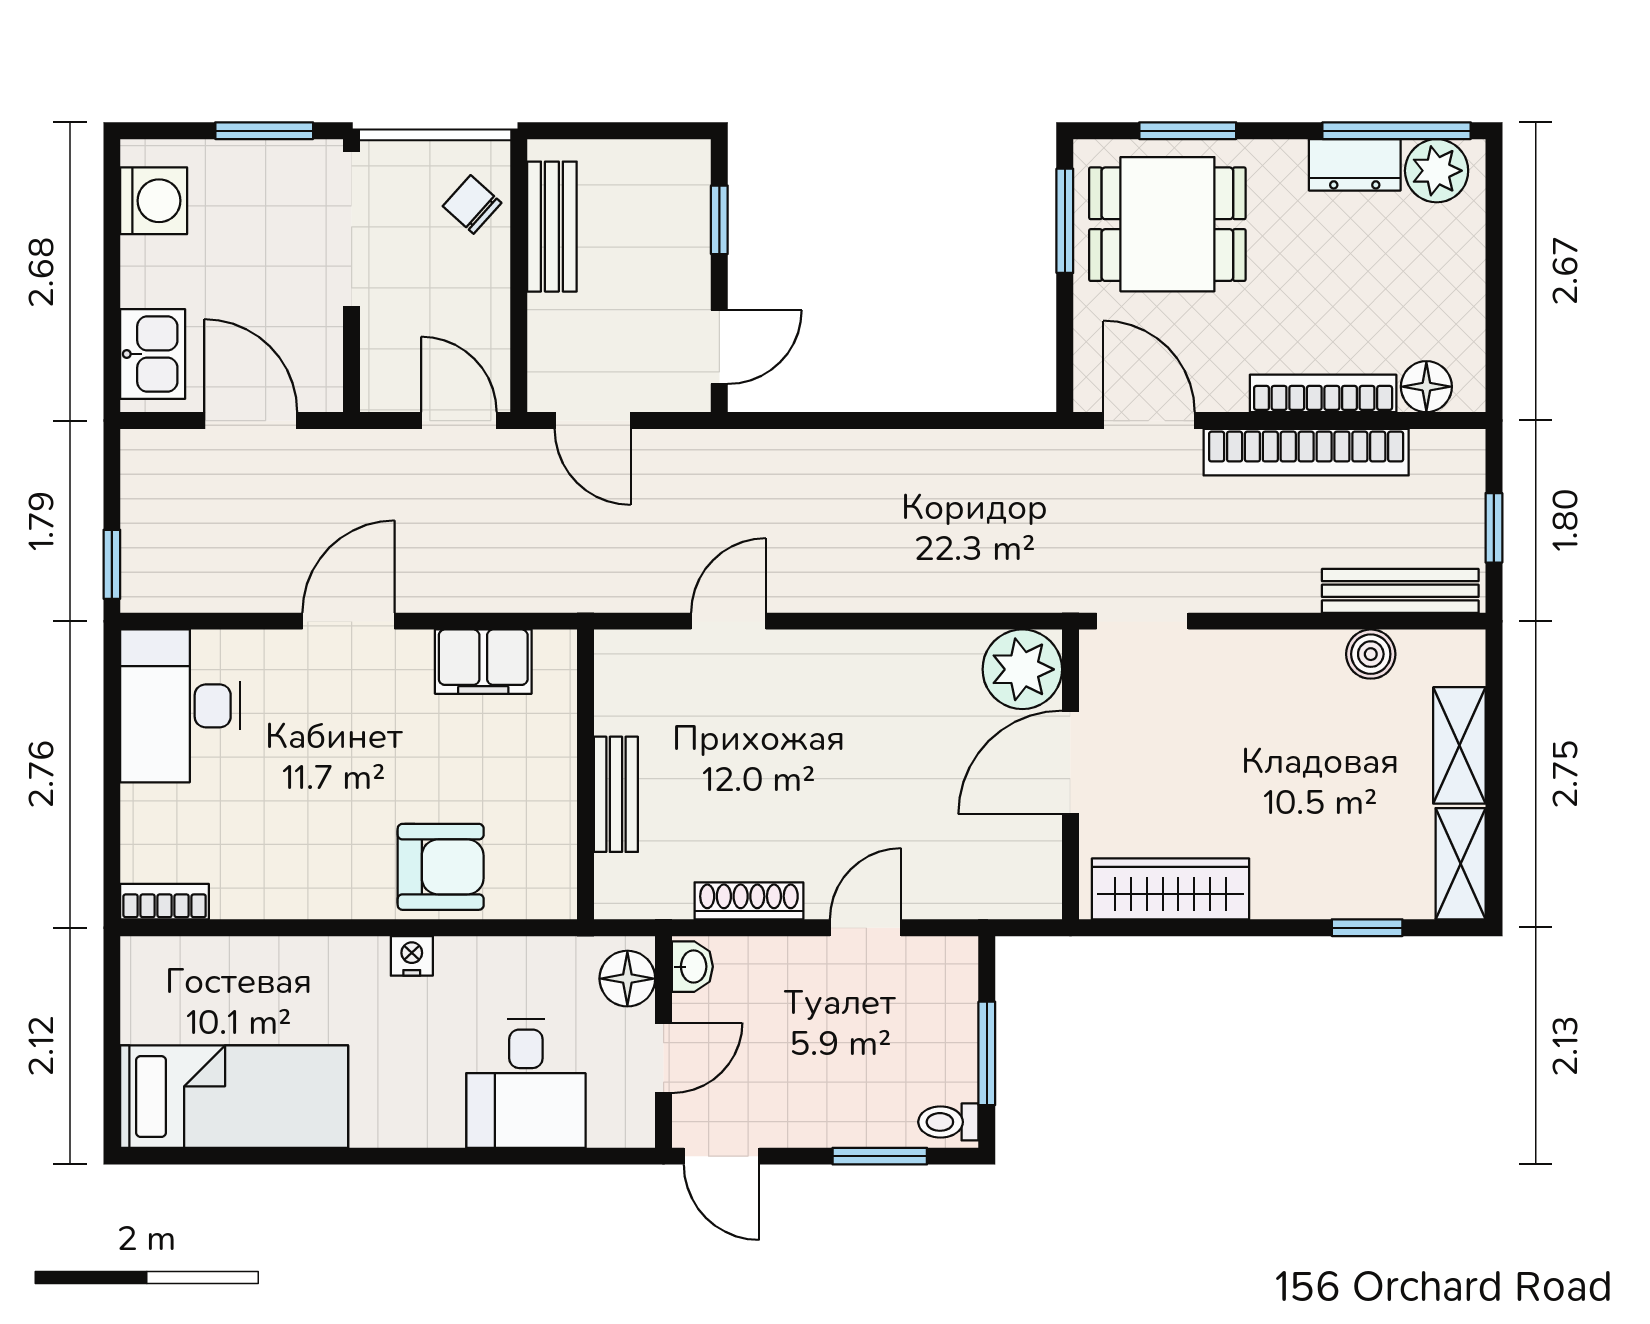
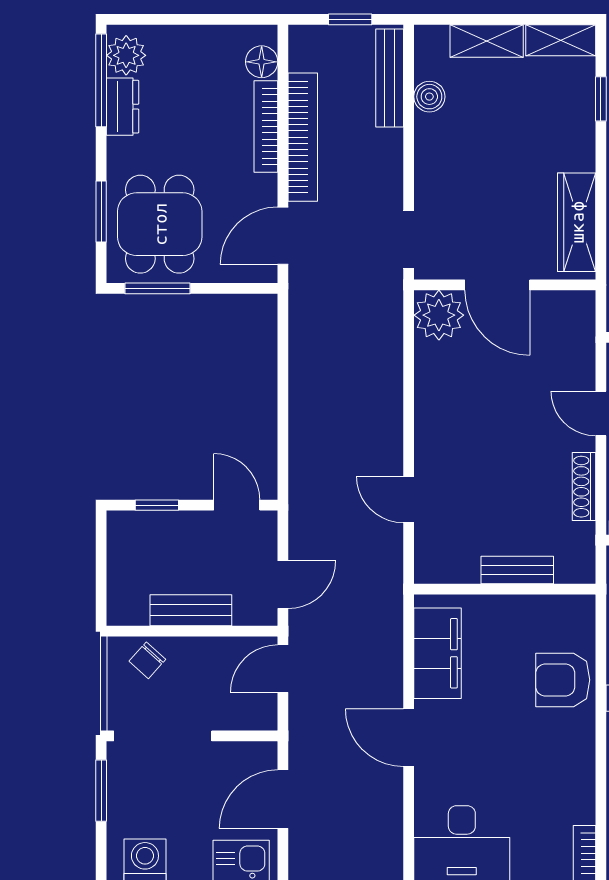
bench: (552, 227) -> (191, 610), moved
filing cabinet: (483, 662) -> (437, 653), width x1.50, depth x1.17
armchair: (441, 867) -> (563, 680), turned -90

